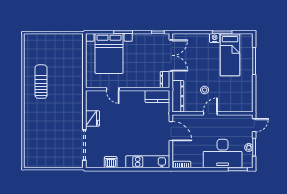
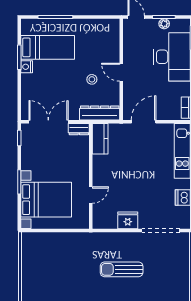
sun lounger: (41, 82) -> (122, 269), moved

